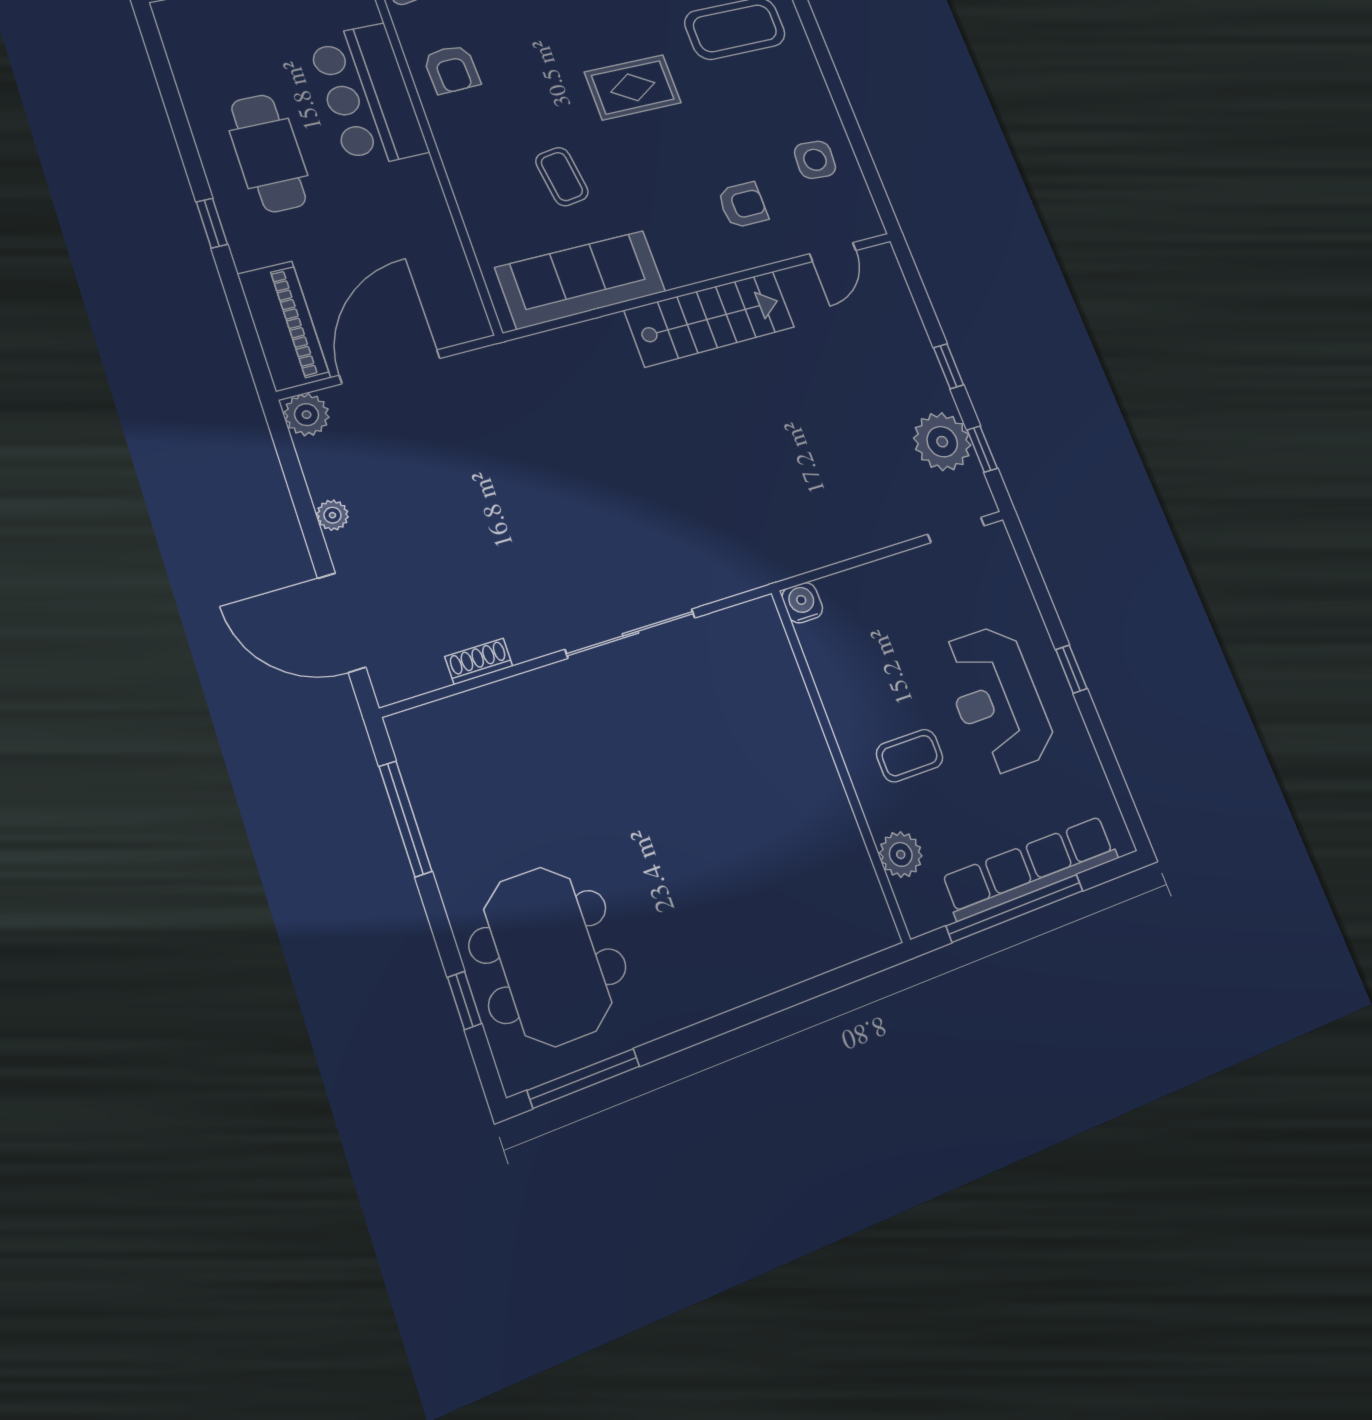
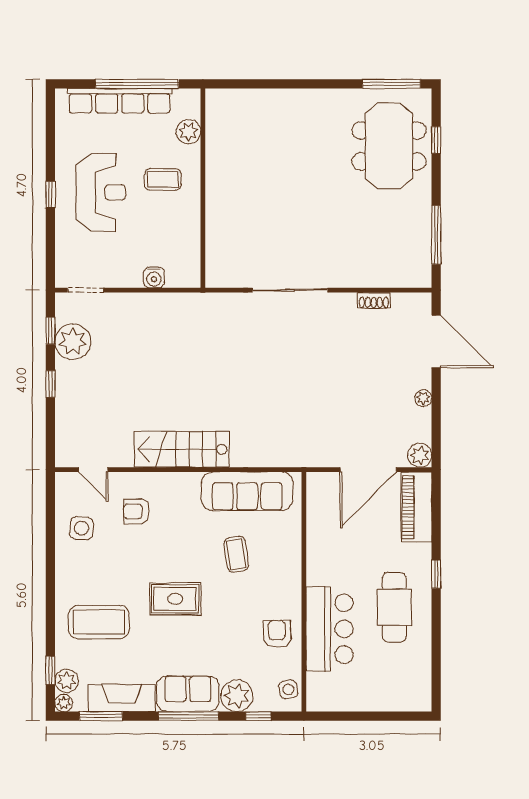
door: (833, 252) -> (93, 470), swing flipped
water cooler: (802, 603) -> (154, 277), moved

